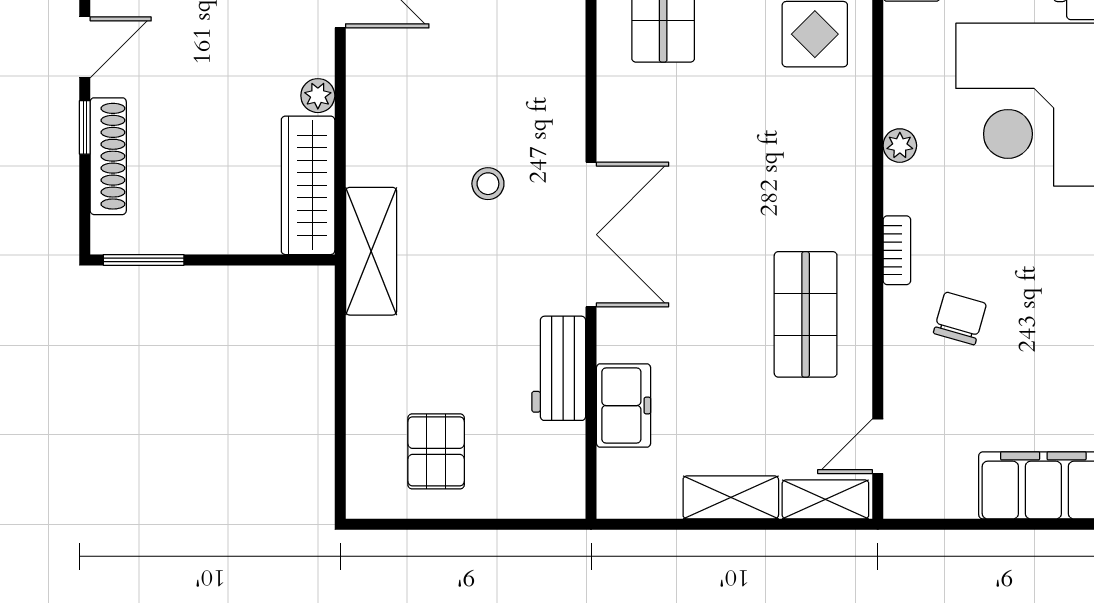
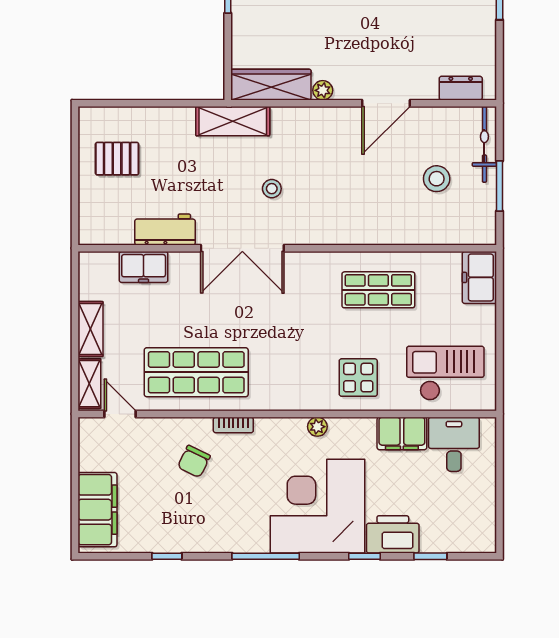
plant: (900, 146) -> (317, 427), moved
shop shelf: (806, 314) -> (196, 372), width x1.43, depth x1.36
chair: (960, 318) -> (194, 461), turned 100

